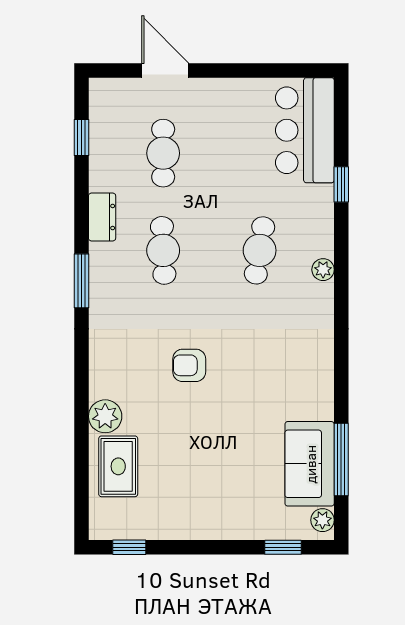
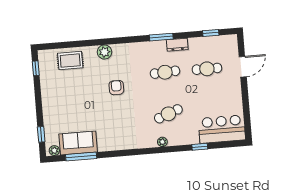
cafe table: (260, 250) -> (168, 114), turned -30
window: (81, 281) -> (161, 37), moved
plant: (105, 416) -> (104, 52), moved

